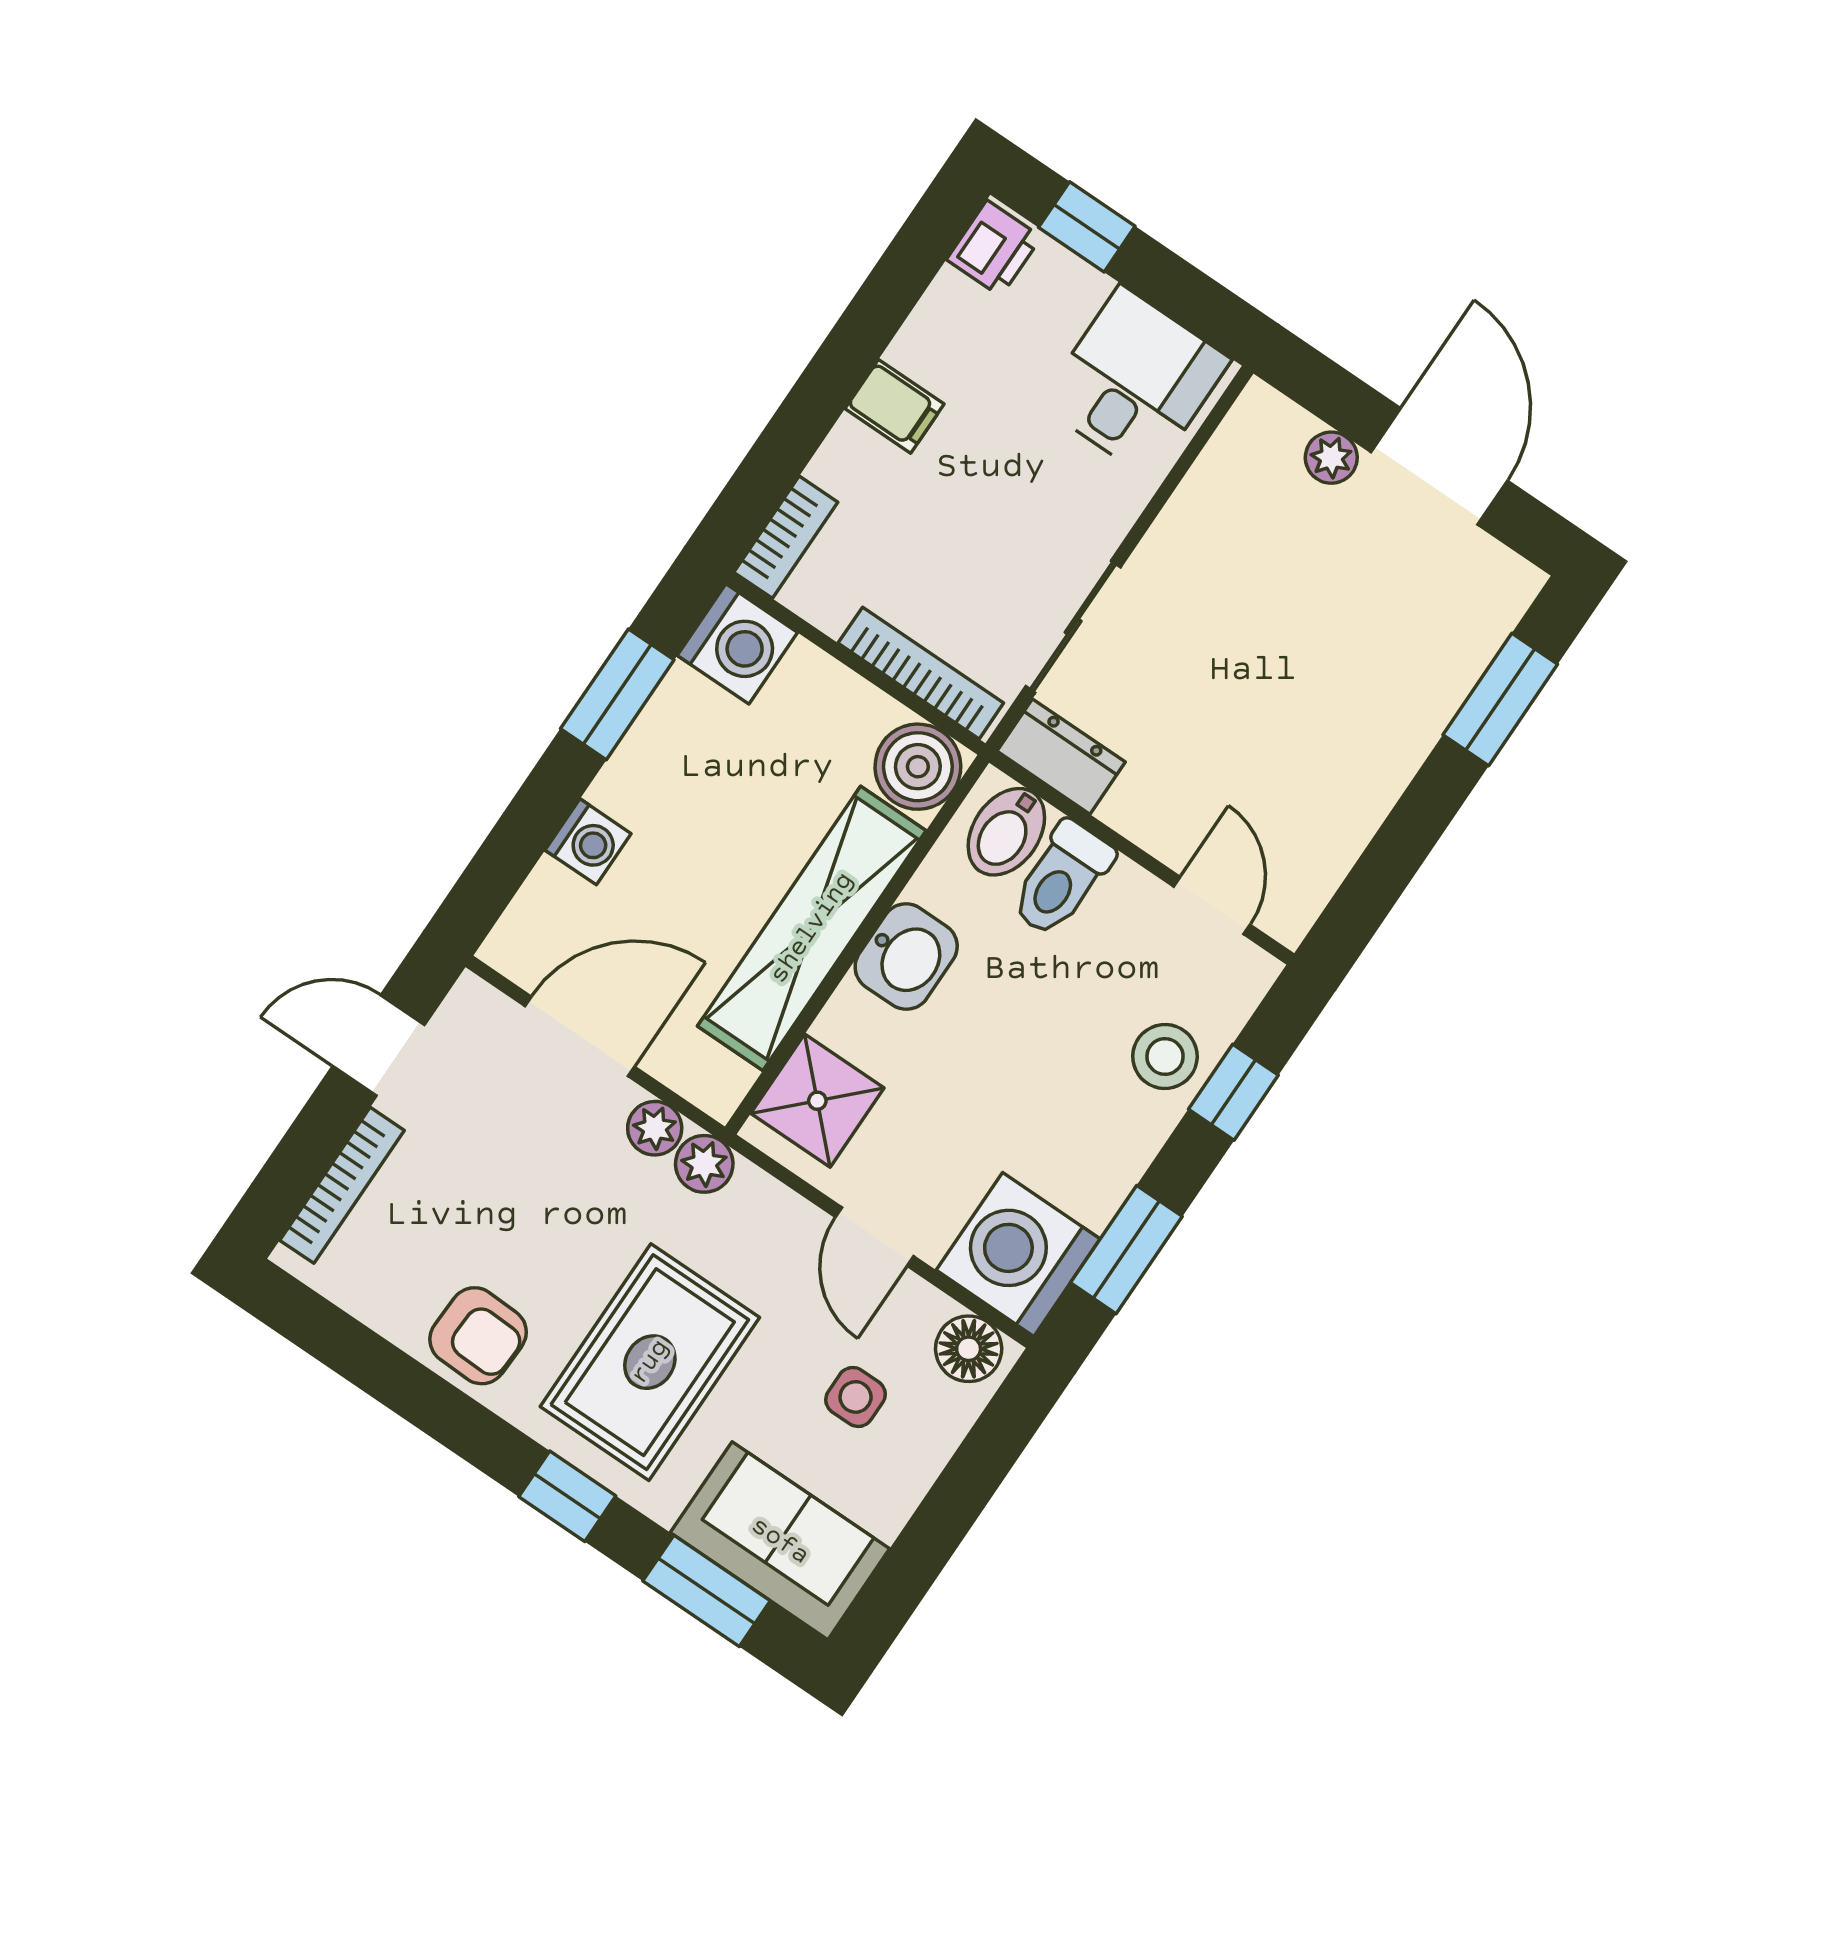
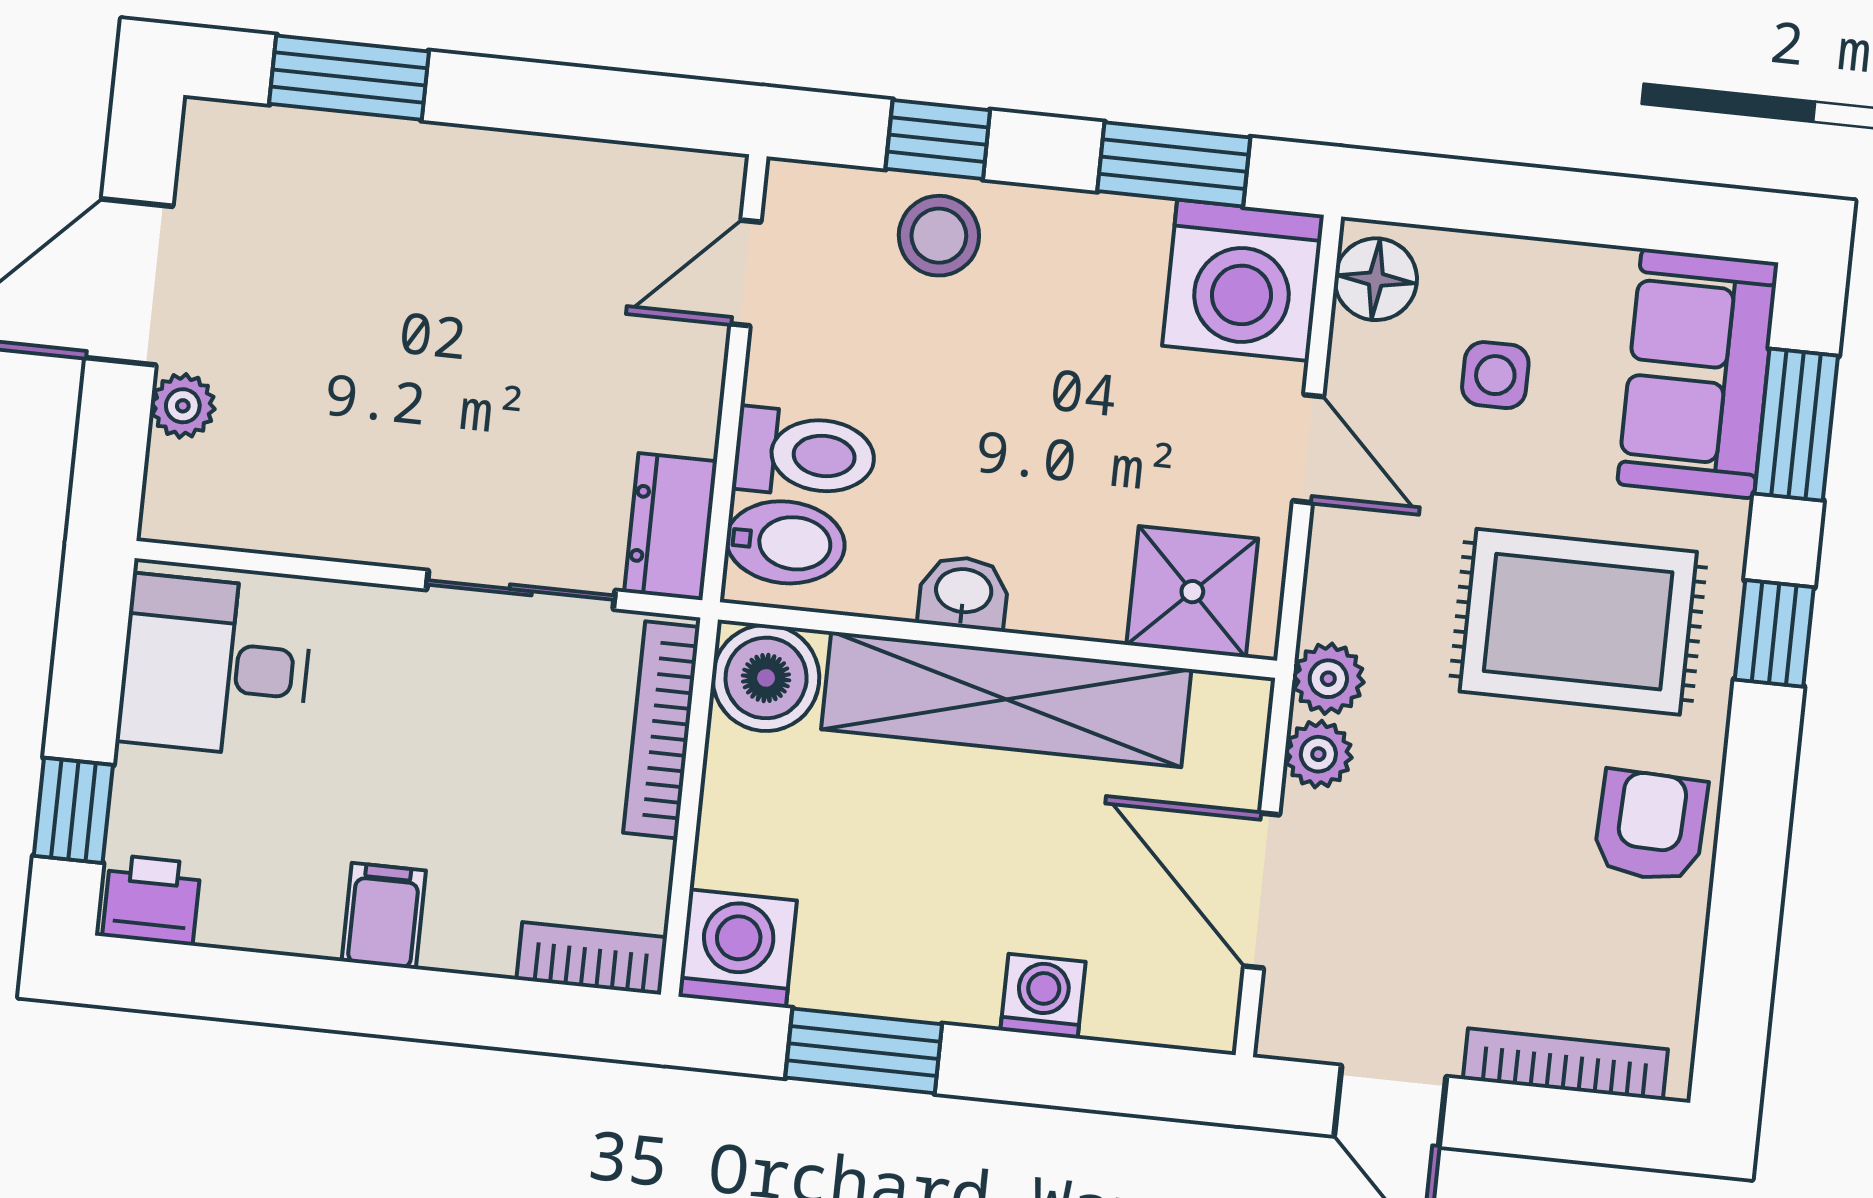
washbasin: (906, 957) -> (963, 593), width x0.72, depth x0.69
door: (874, 1237) -> (1308, 449), hinge flipped

